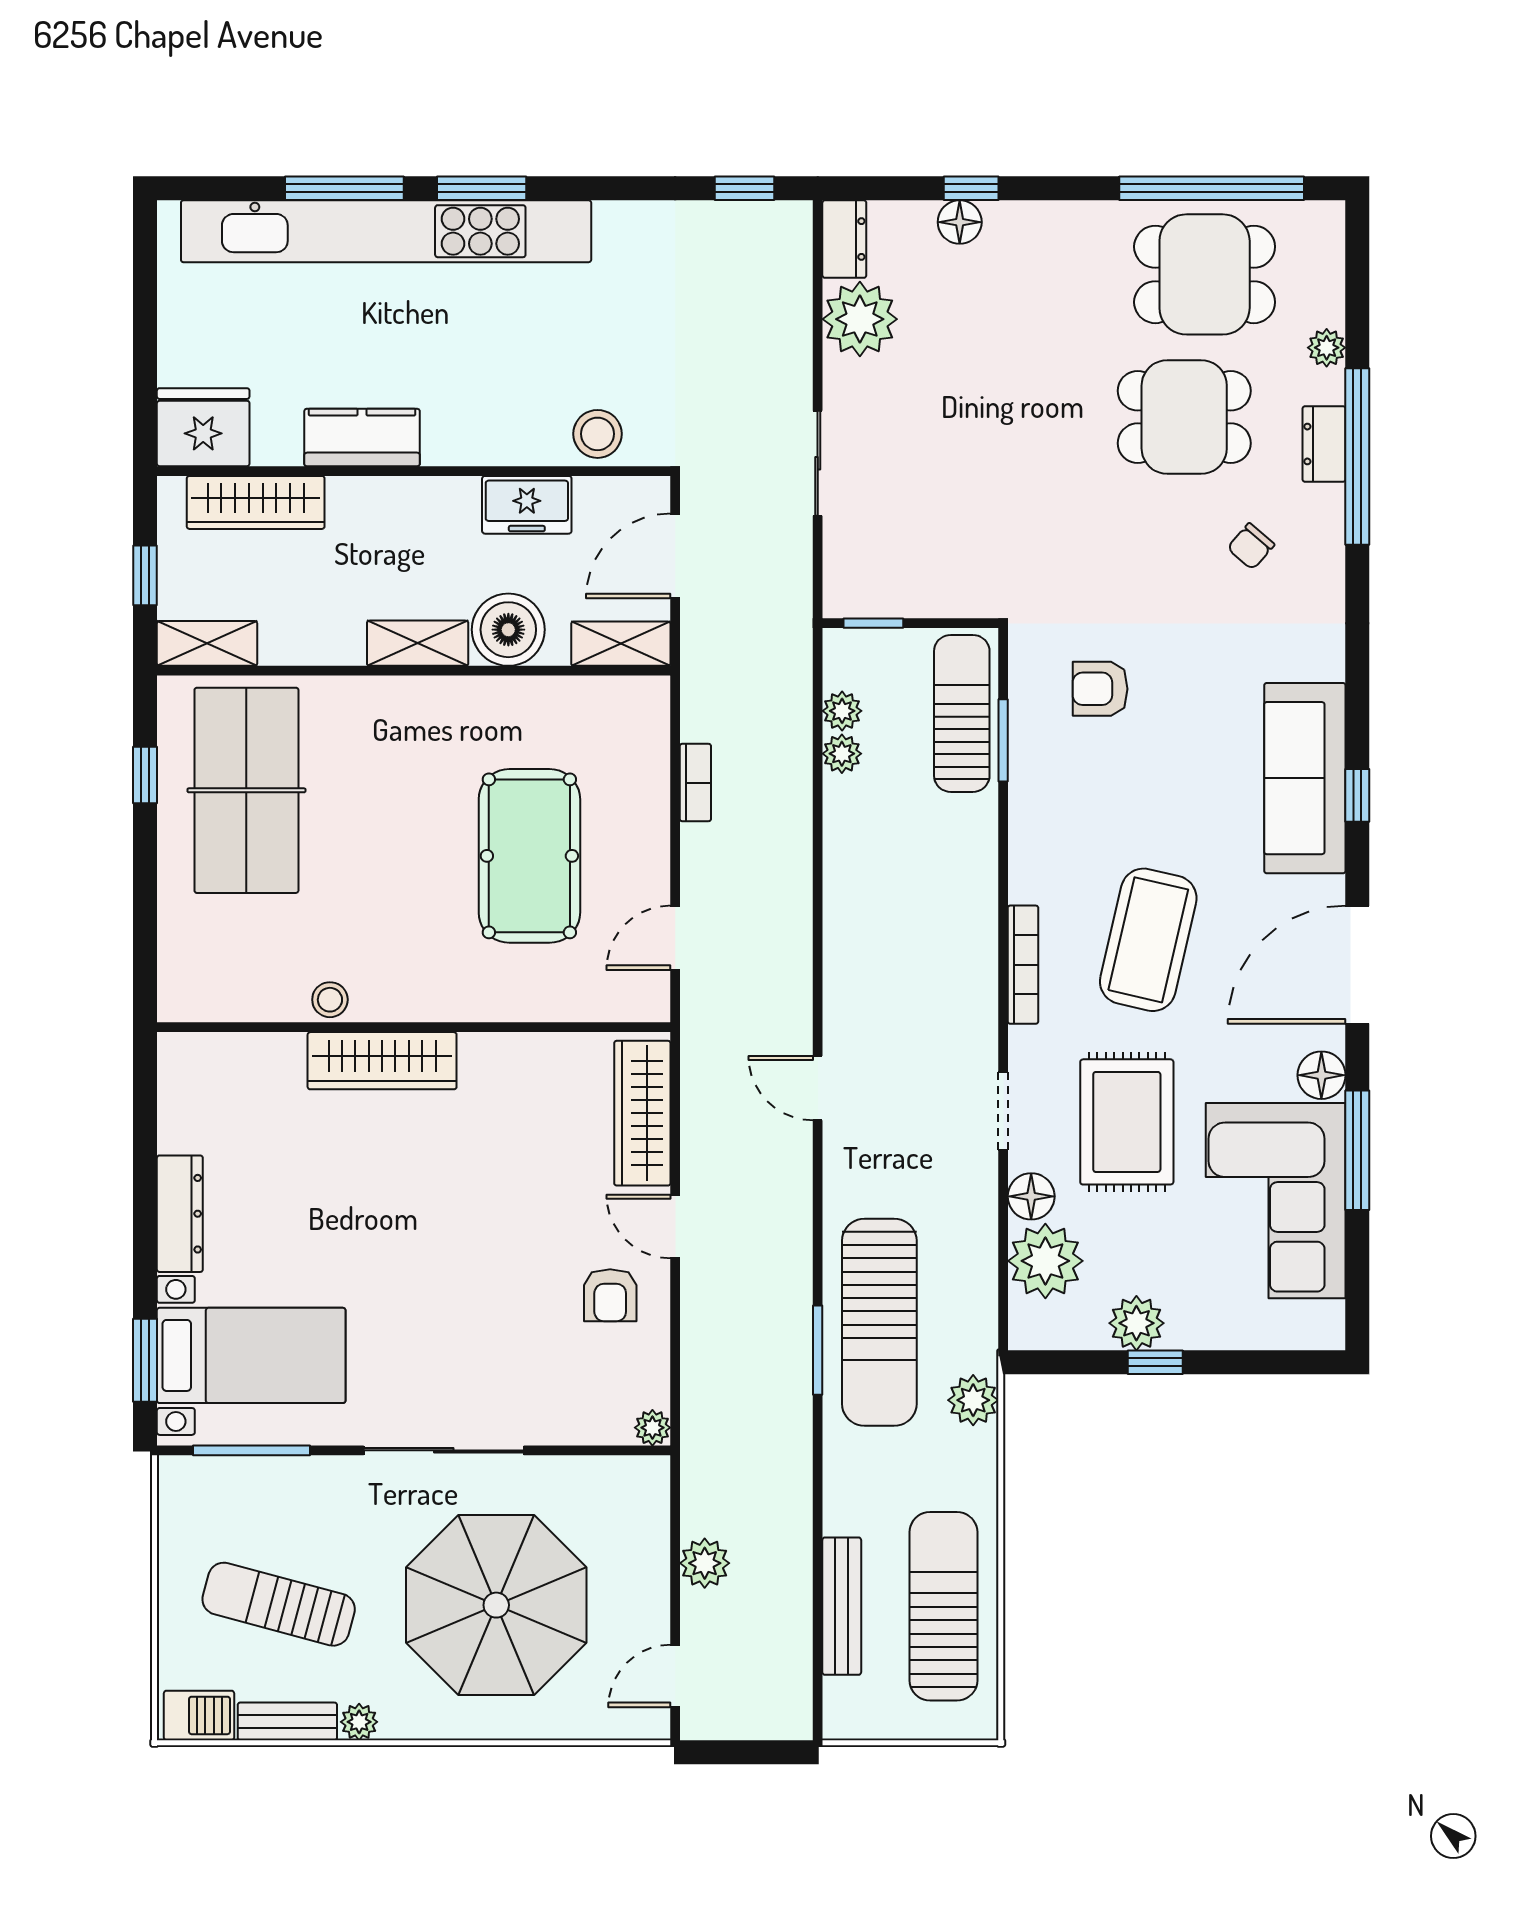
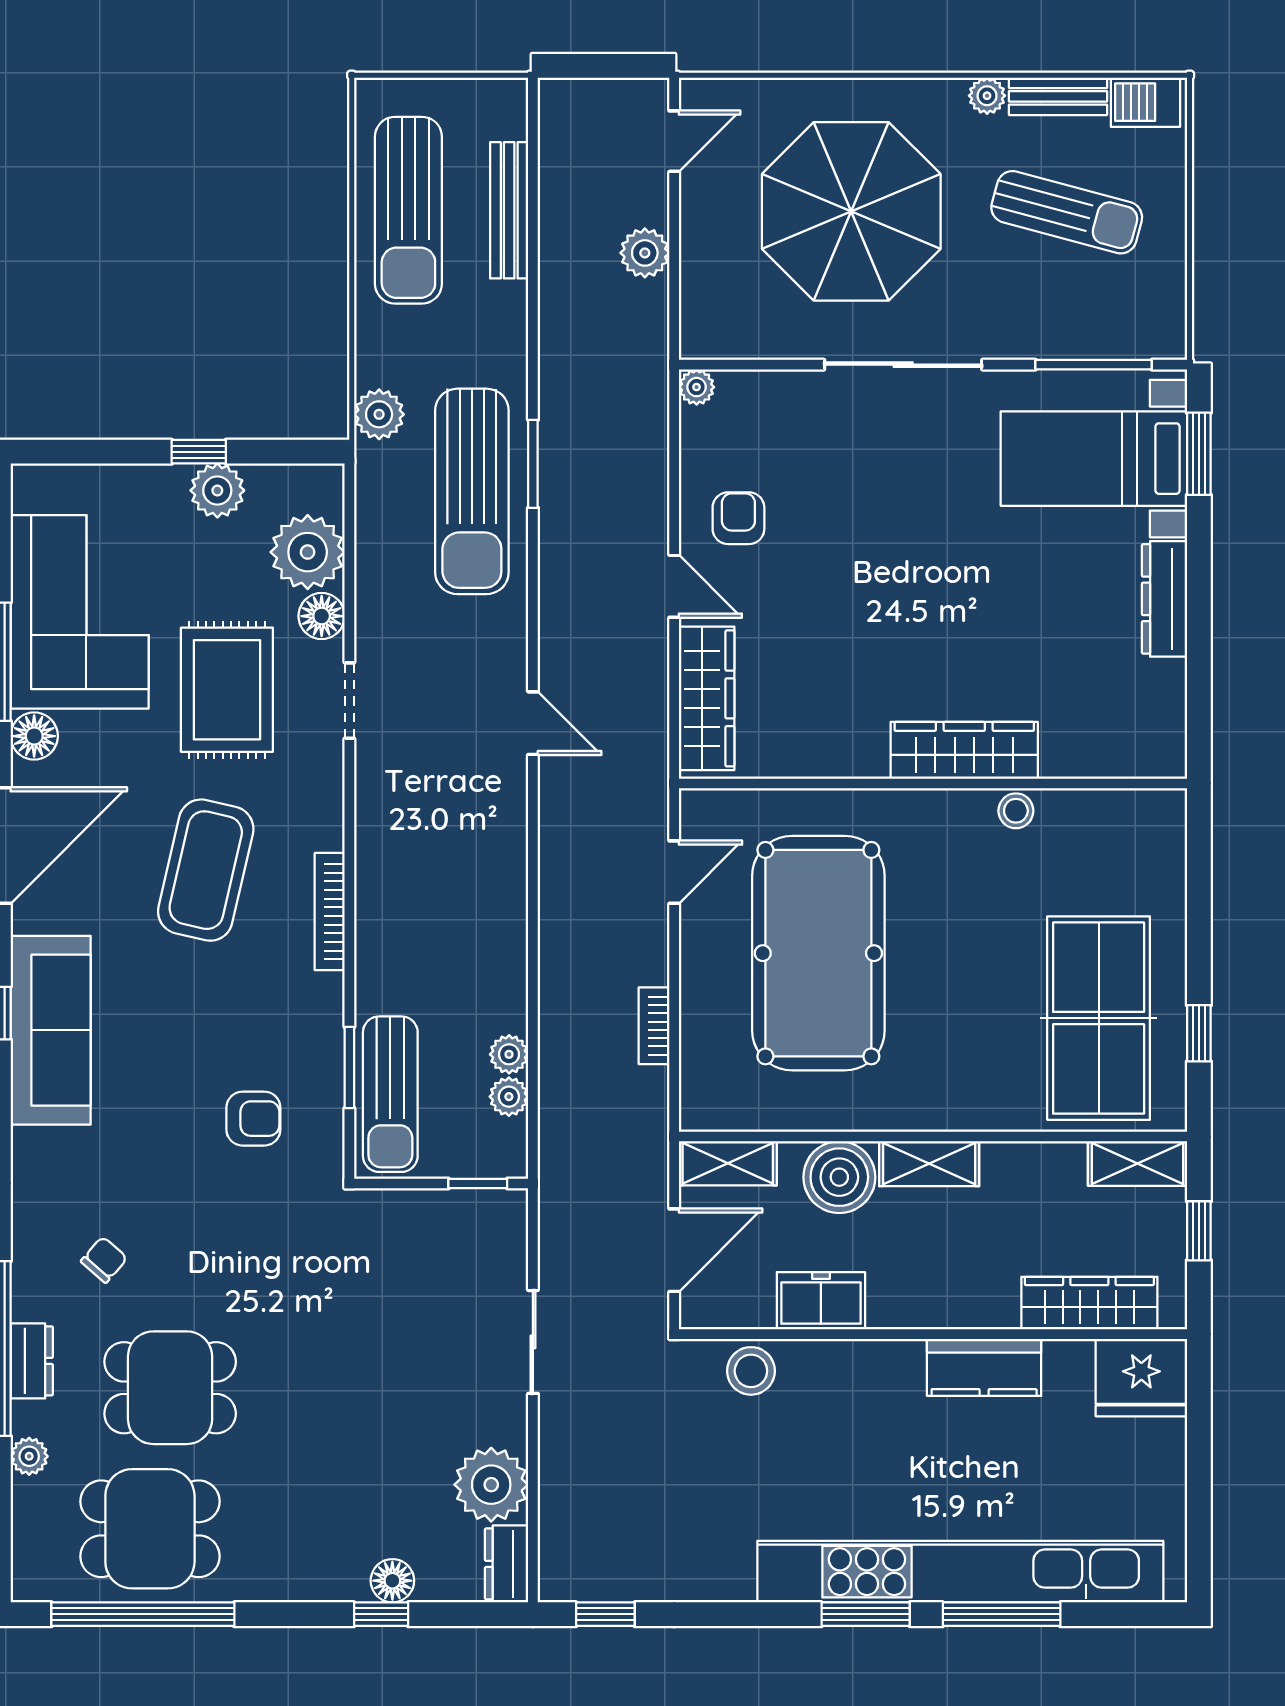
pool table: (529, 856) -> (818, 953), width x1.36, depth x1.32
bookcase: (1023, 965) -> (330, 912), moved
sun lounger: (879, 1322) -> (472, 491), turned 180

